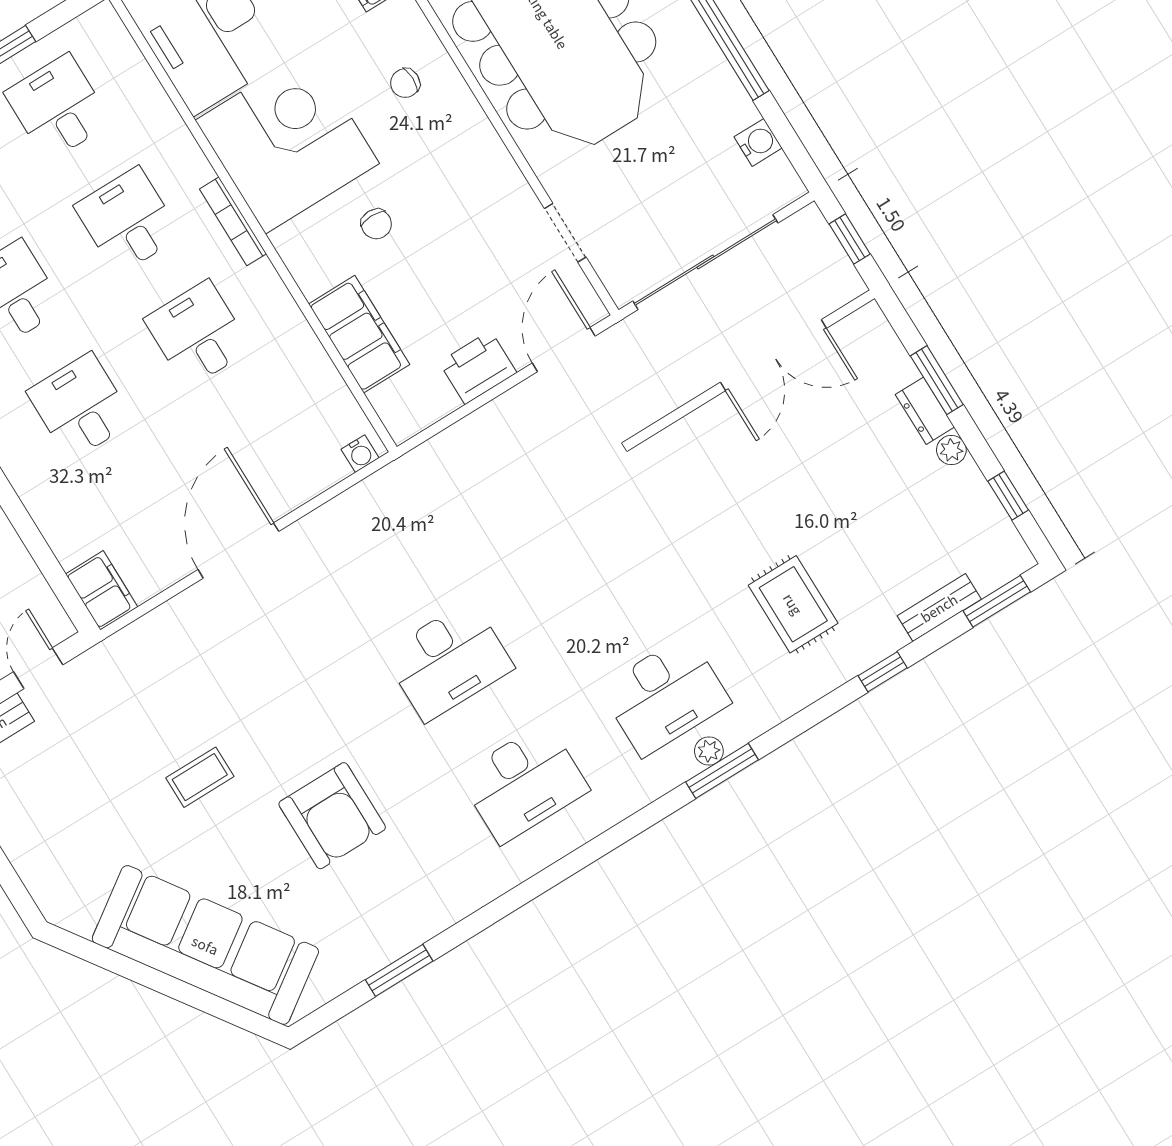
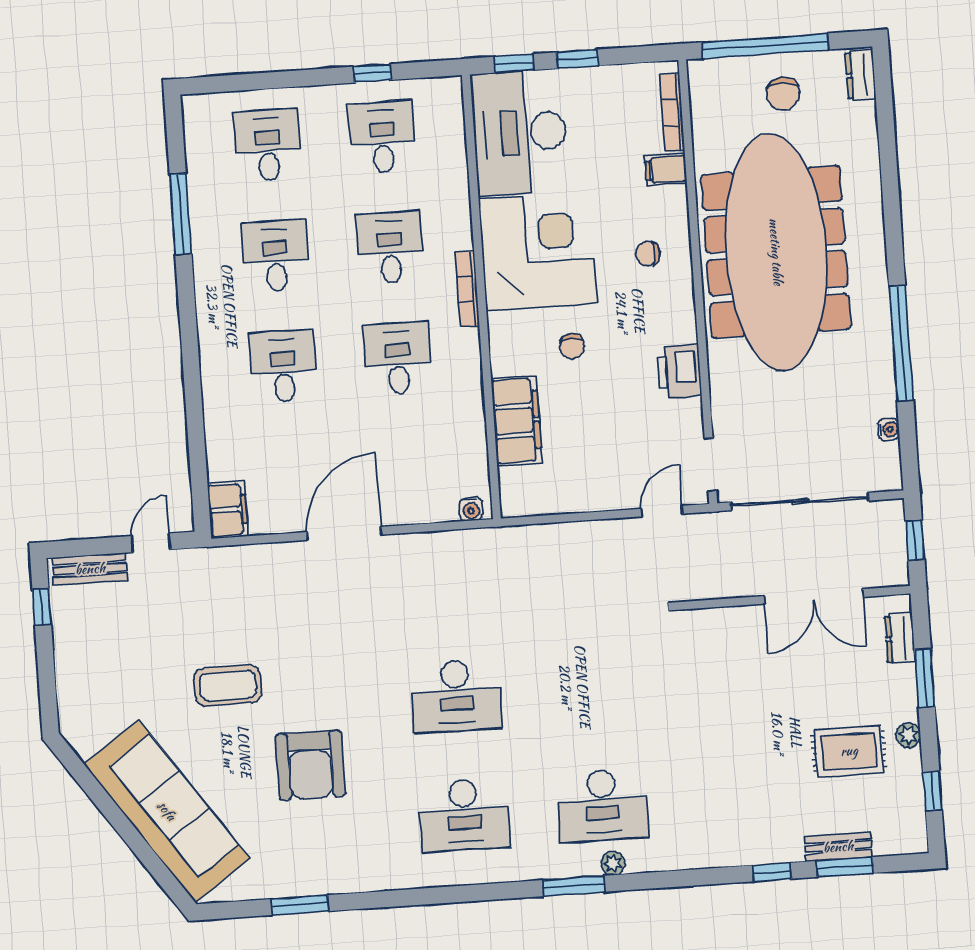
water cooler: (758, 142) -> (889, 429), width x0.72, depth x0.72
doorway: (565, 233) -> (710, 465), moved
door: (564, 349) -> (661, 511), width x0.73
printer: (478, 368) -> (679, 371), moved, turned -90
dresser: (925, 411) -> (900, 639), moved
window: (997, 601) -> (845, 867), moved
rug: (793, 604) -> (849, 751), moved, turned 90
window: (722, 771) -> (573, 886), moved
coffee table: (200, 777) -> (228, 686), width x1.36, depth x1.30

